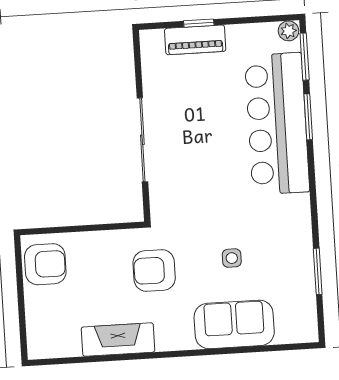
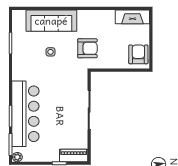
piano: (195, 40) -> (74, 156), moved
armchair: (45, 264) -> (138, 54), turned 90
sofa: (234, 324) -> (51, 21), width x1.36
fireplace: (118, 340) -> (132, 17), moved

